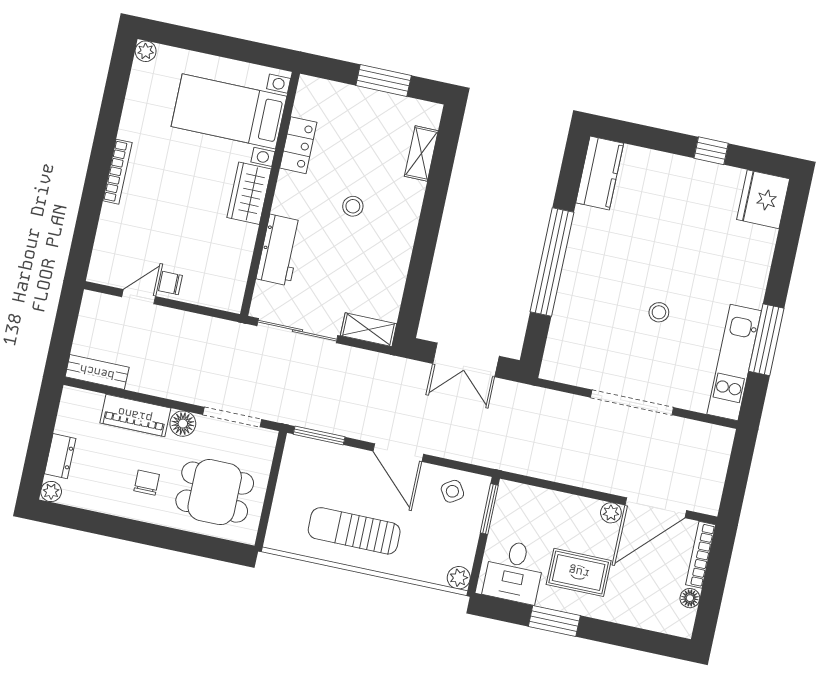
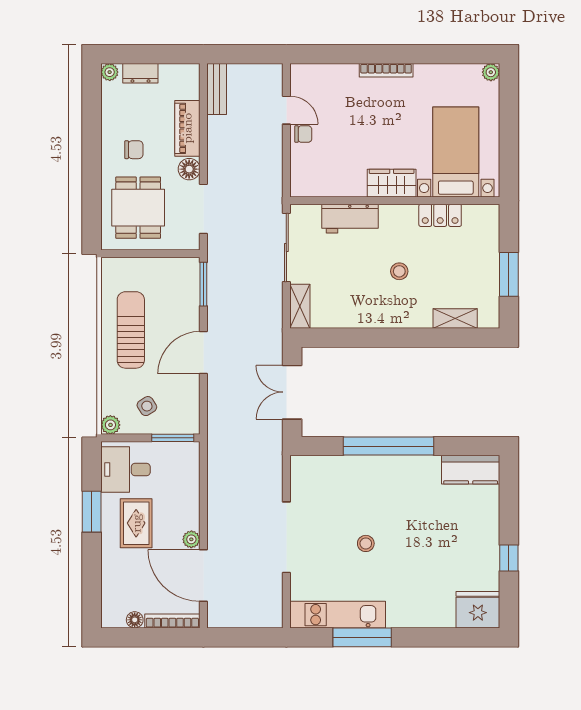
chair: (171, 283) -> (303, 134), turned 90
side table: (452, 491) -> (147, 406), moved

